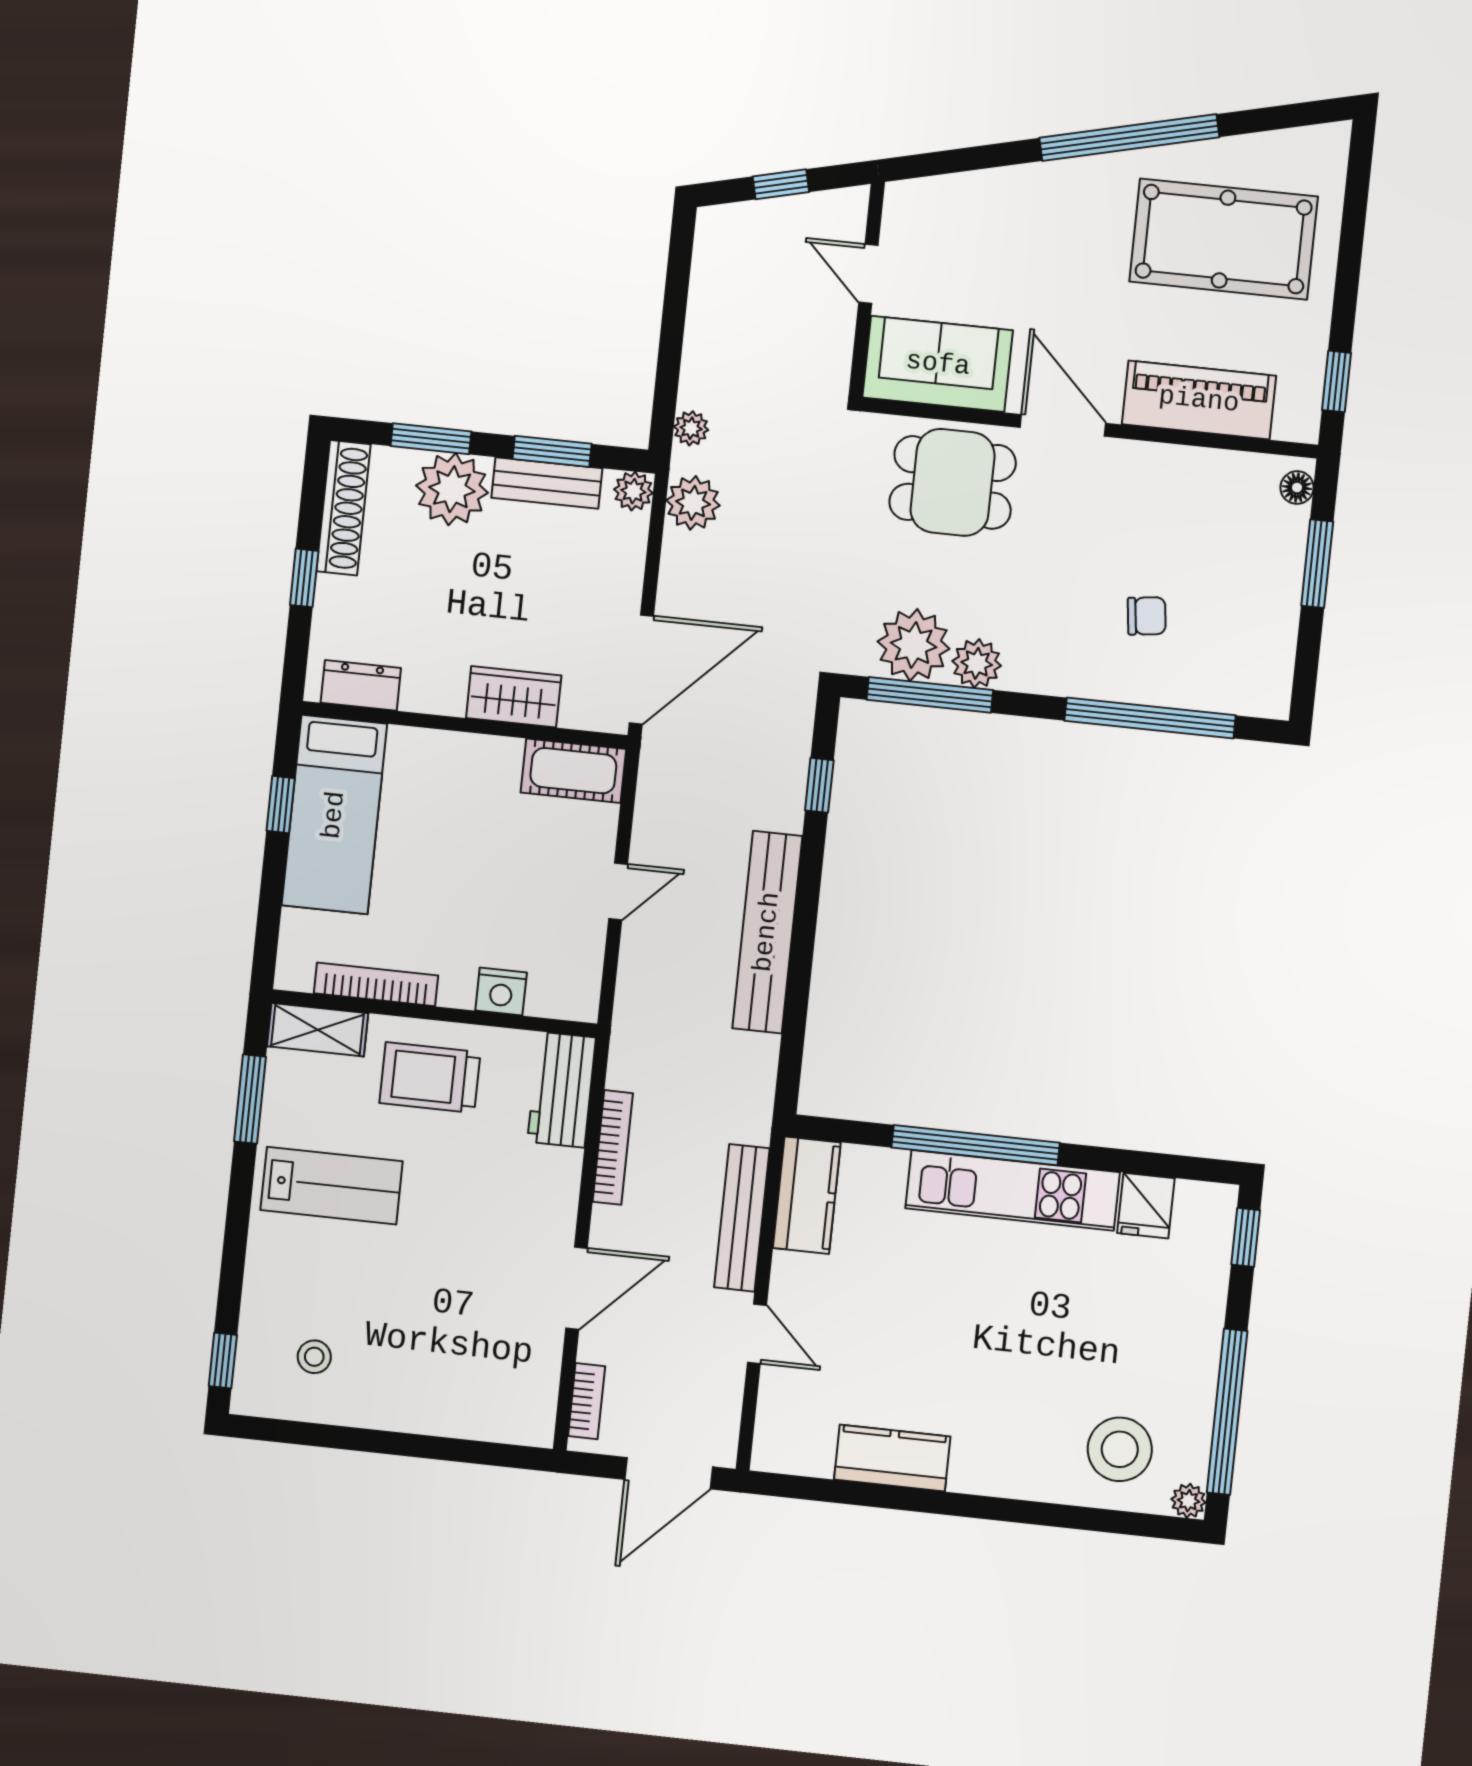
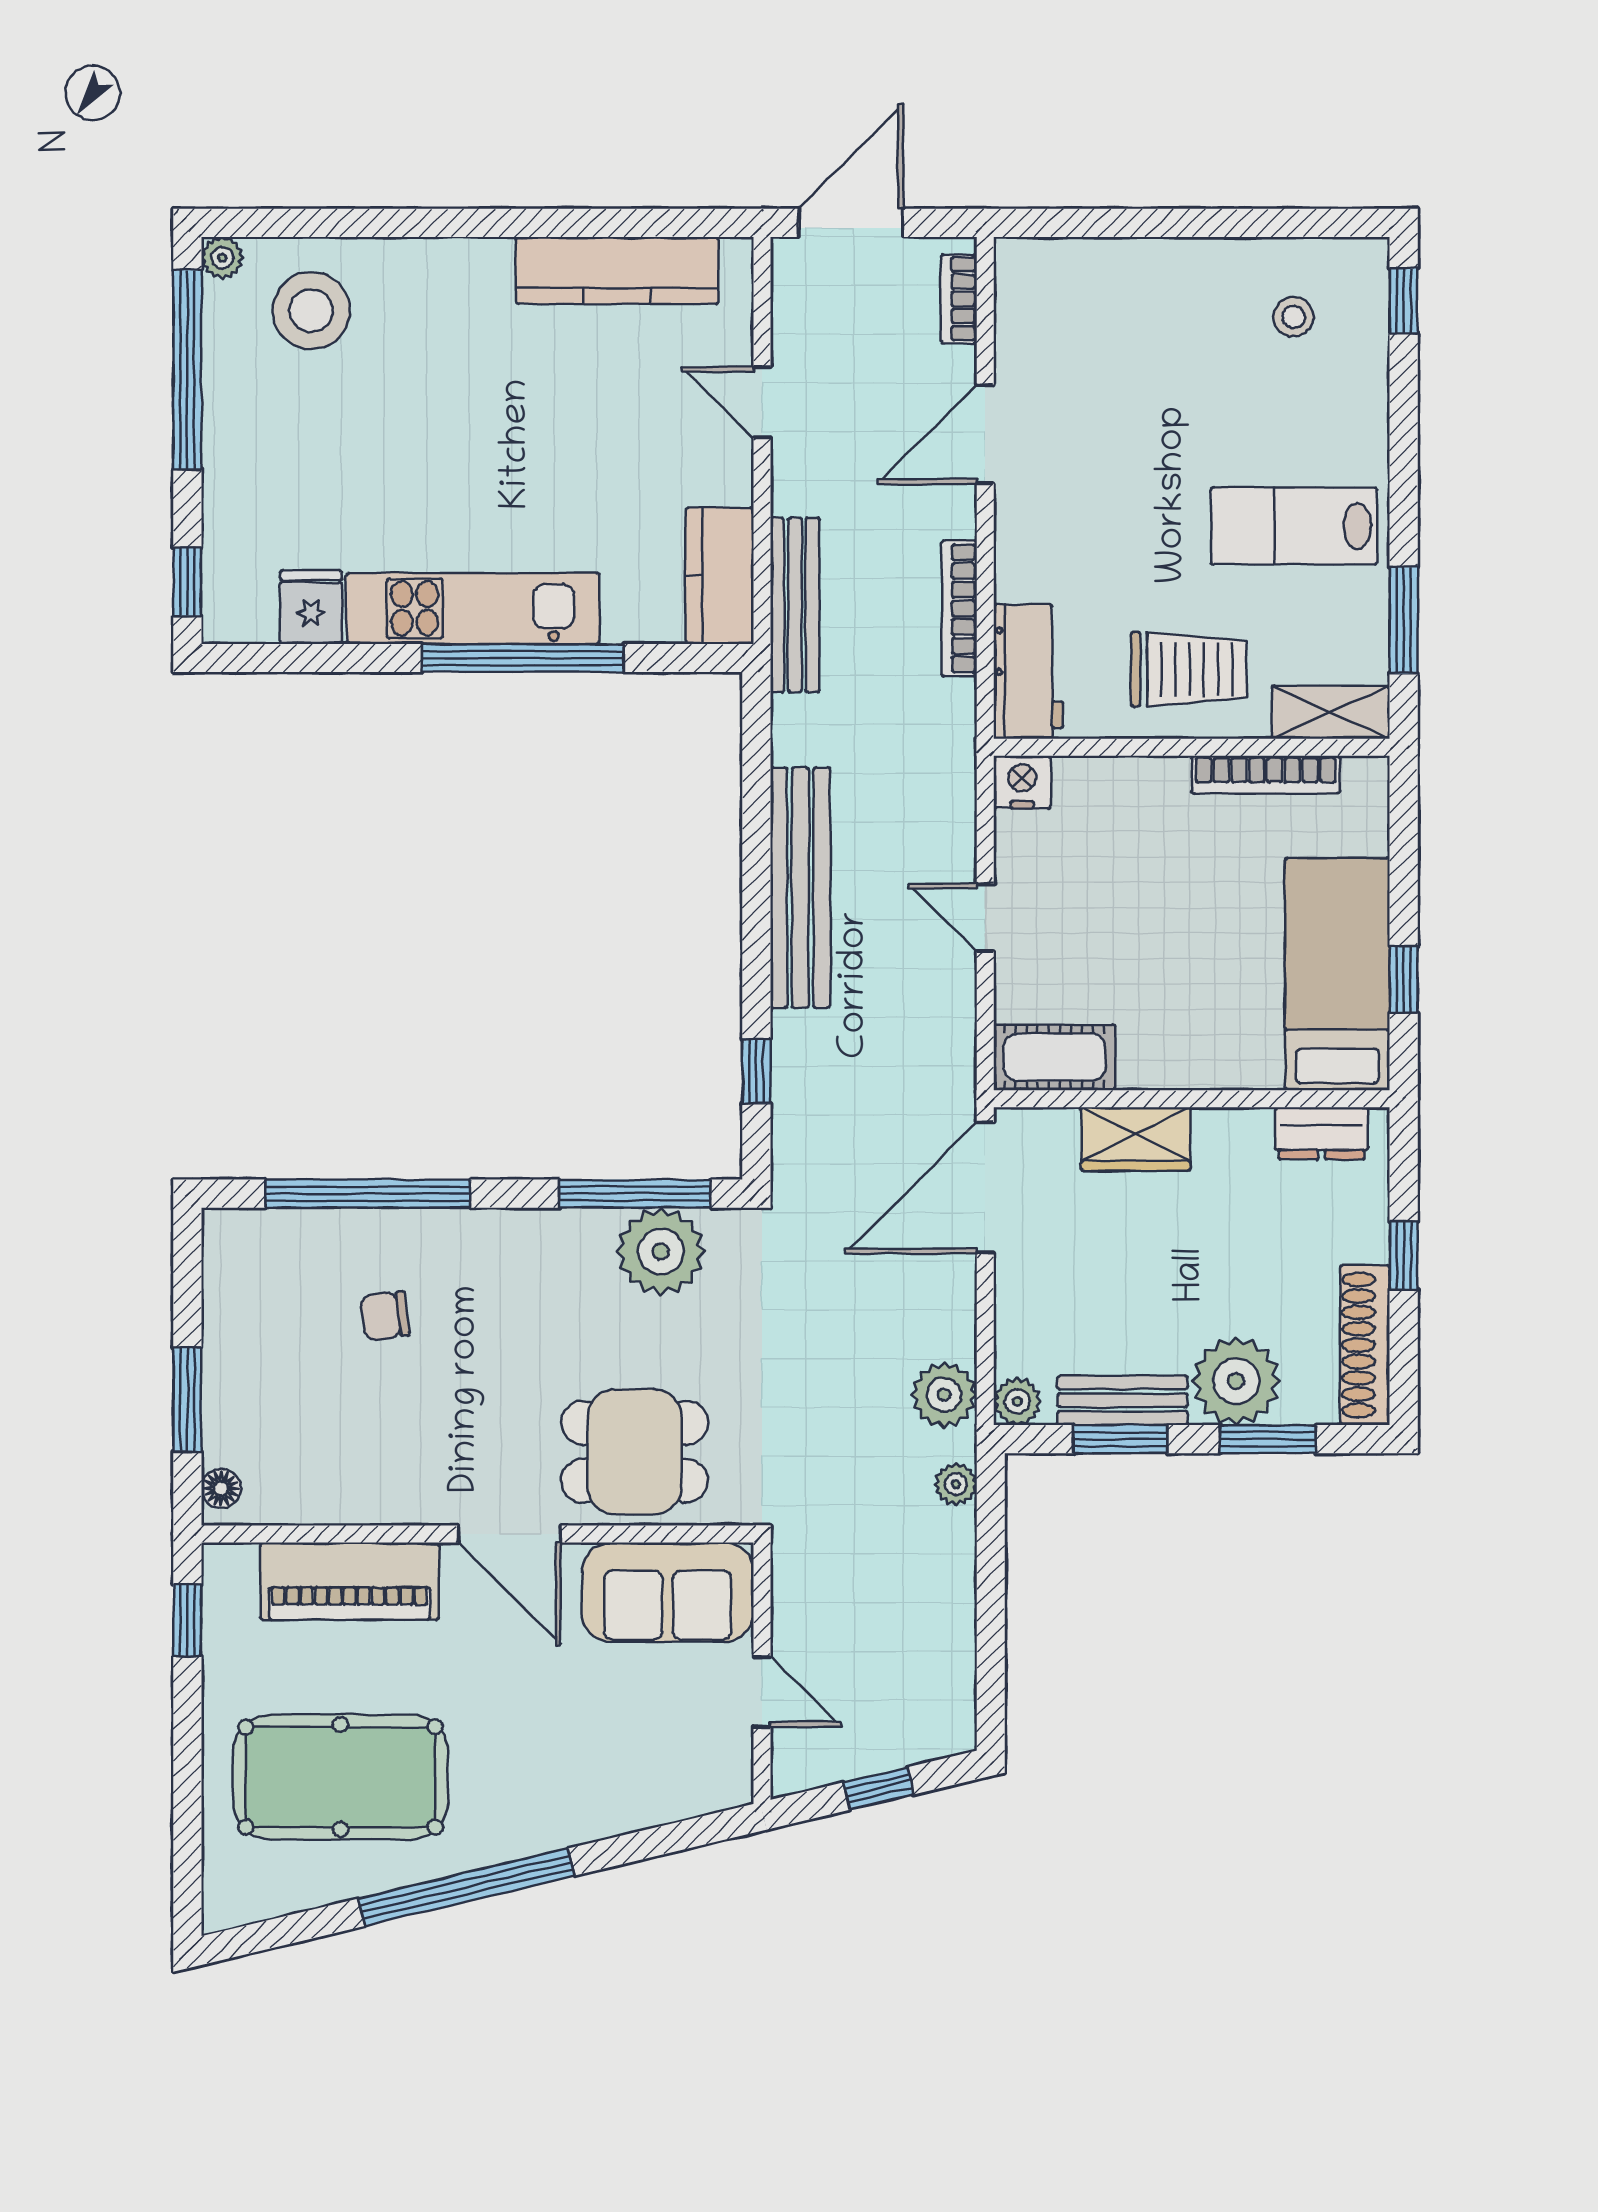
plant: (977, 663) -> (583, 1237), removed
door: (618, 891) -> (985, 918), hinge flipped
nightstand: (501, 992) -> (1022, 782), moved
bench: (742, 1218) -> (795, 605), moved
kitchen counter: (892, 1458) -> (617, 270), width x1.50

